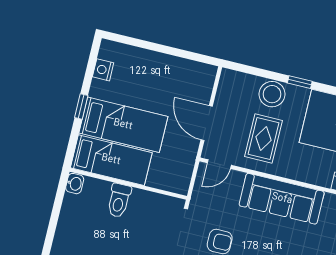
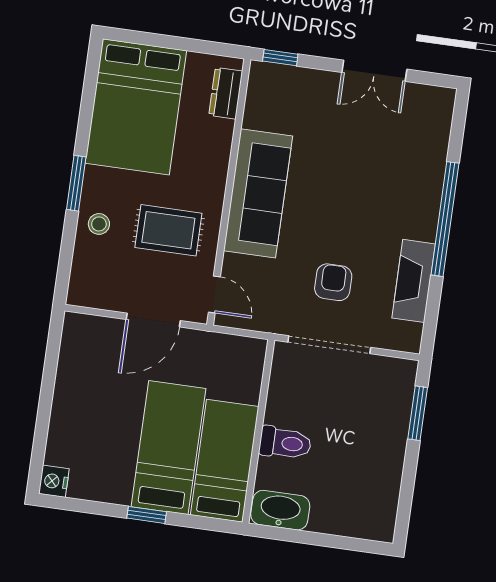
nightstand: (103, 70) -> (54, 481), moved, turned 90
window: (300, 82) -> (76, 183), width x1.50
stool: (272, 94) -> (99, 224), width x0.53, depth x0.53
washbasin: (75, 184) -> (280, 510), width x1.91, depth x1.45

